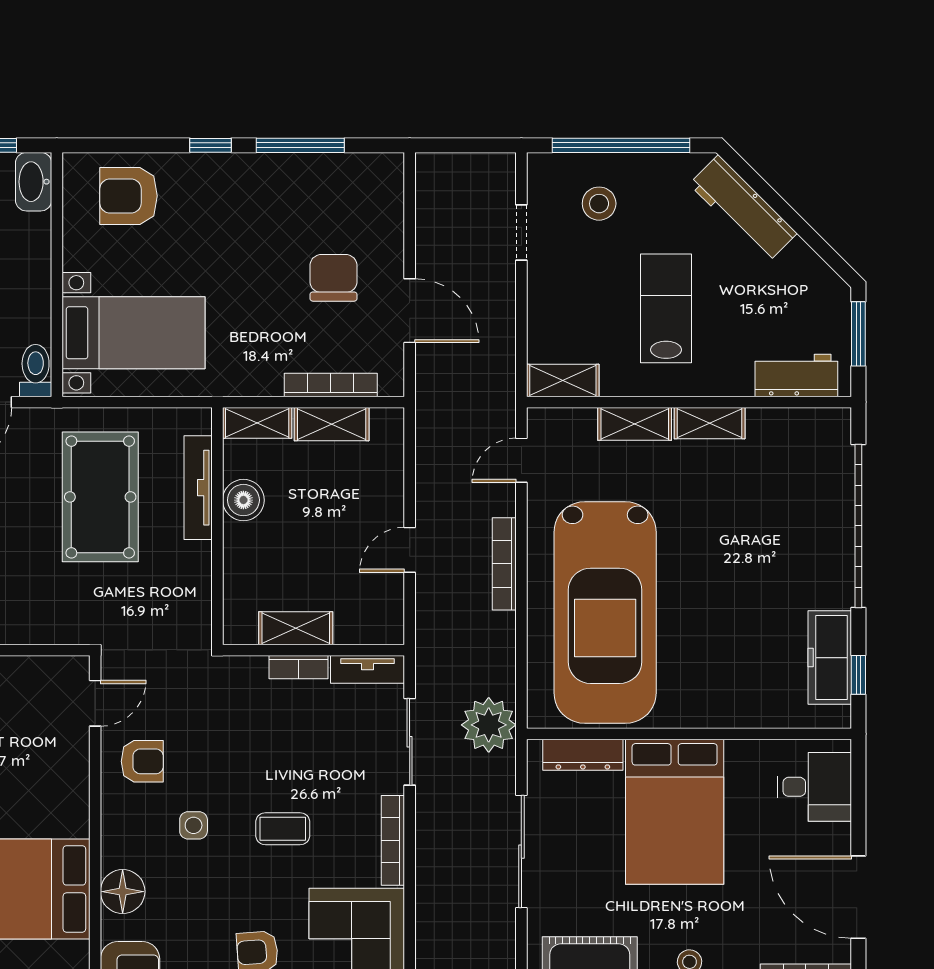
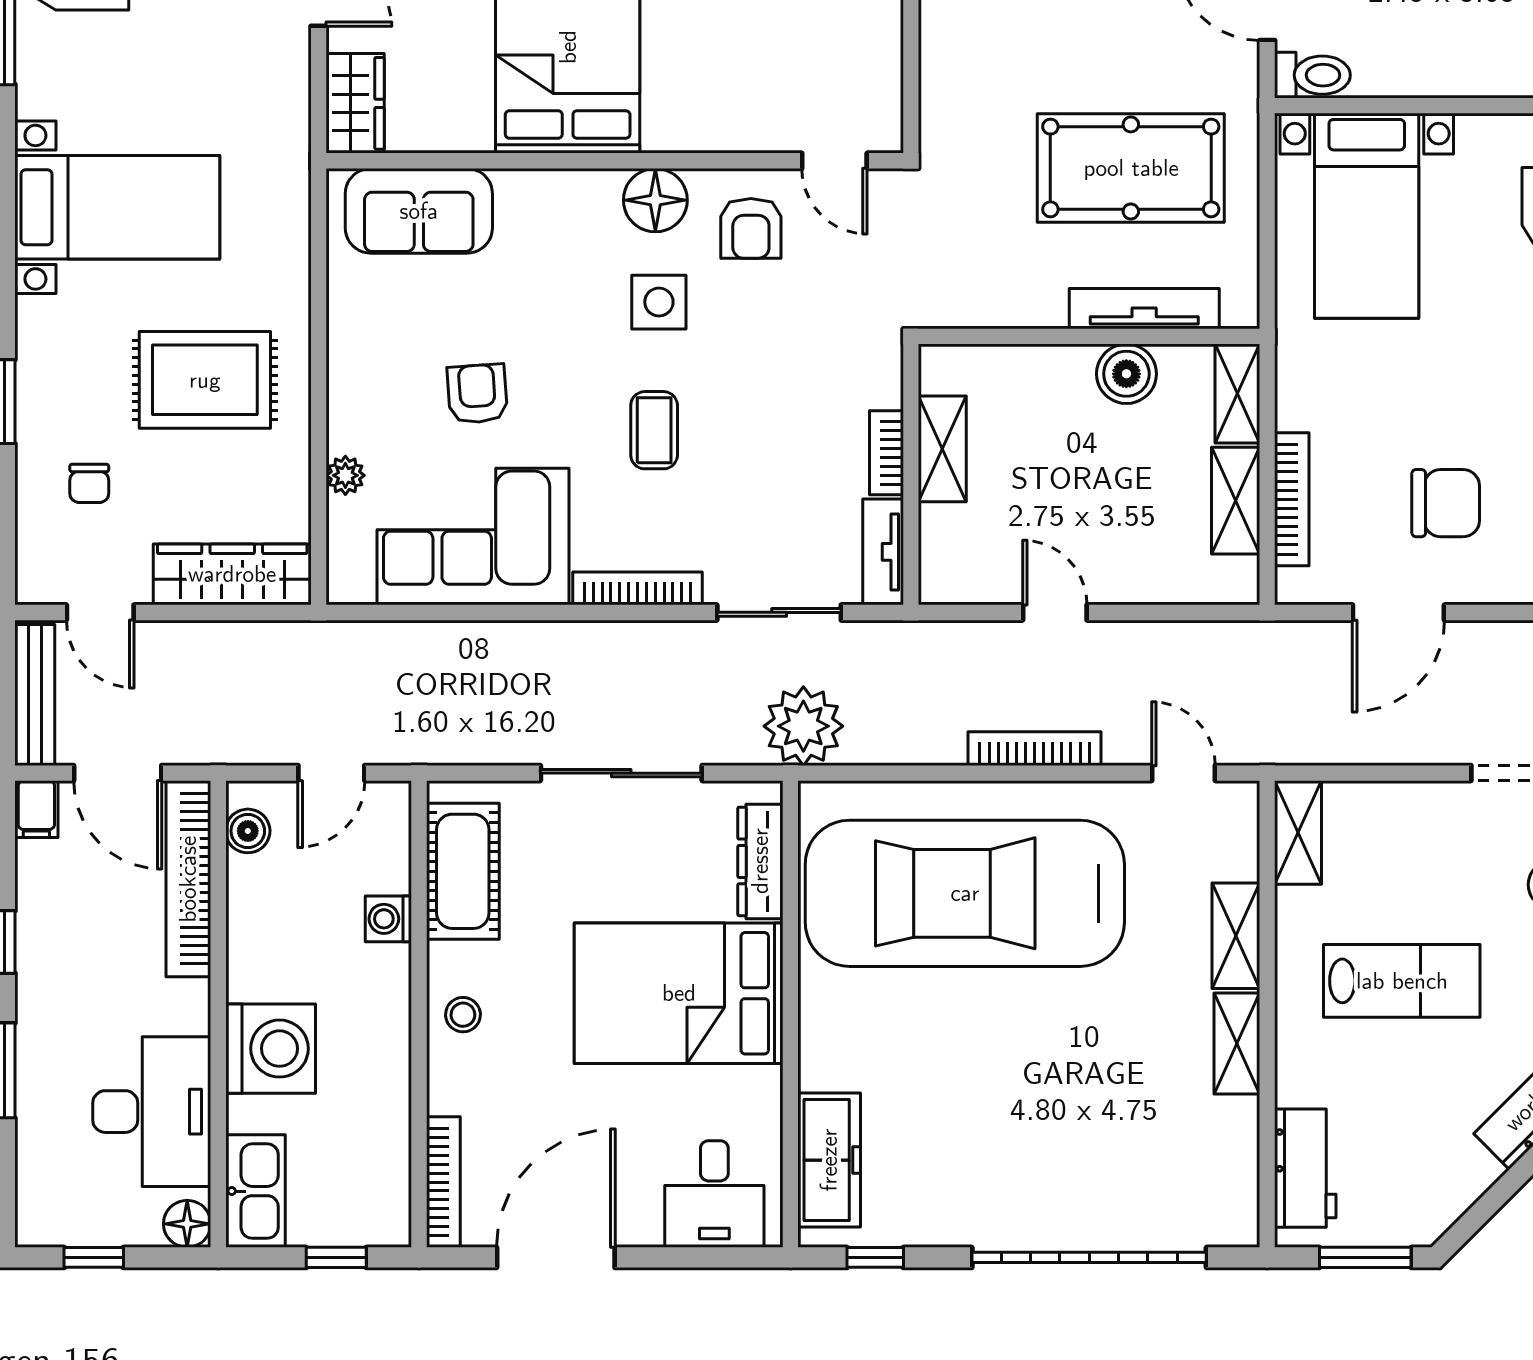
freezer: (830, 658) -> (829, 1160), moved, turned 90
side table: (194, 825) -> (659, 302), width x1.37, depth x1.37
floor lamp: (123, 892) -> (655, 200), moved

